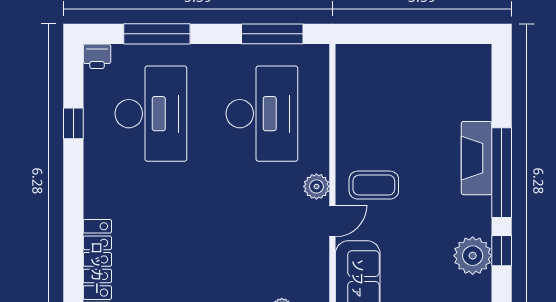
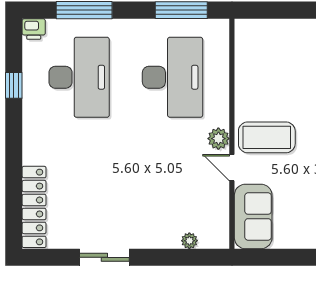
coffee table: (374, 185) -> (267, 137), width x1.36, depth x1.32
door: (332, 221) -> (232, 168), swing flipped

